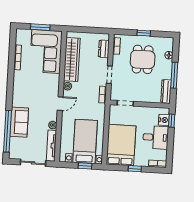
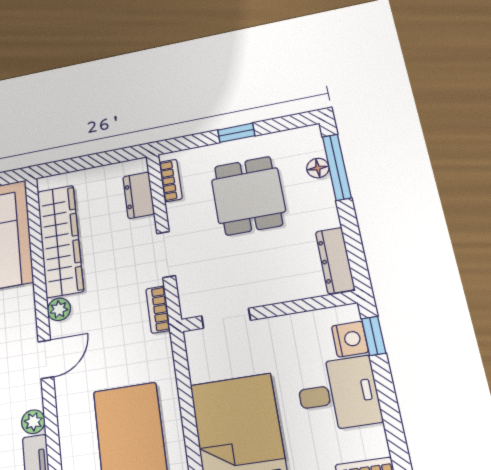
window: (174, 75) -> (337, 167), moved

